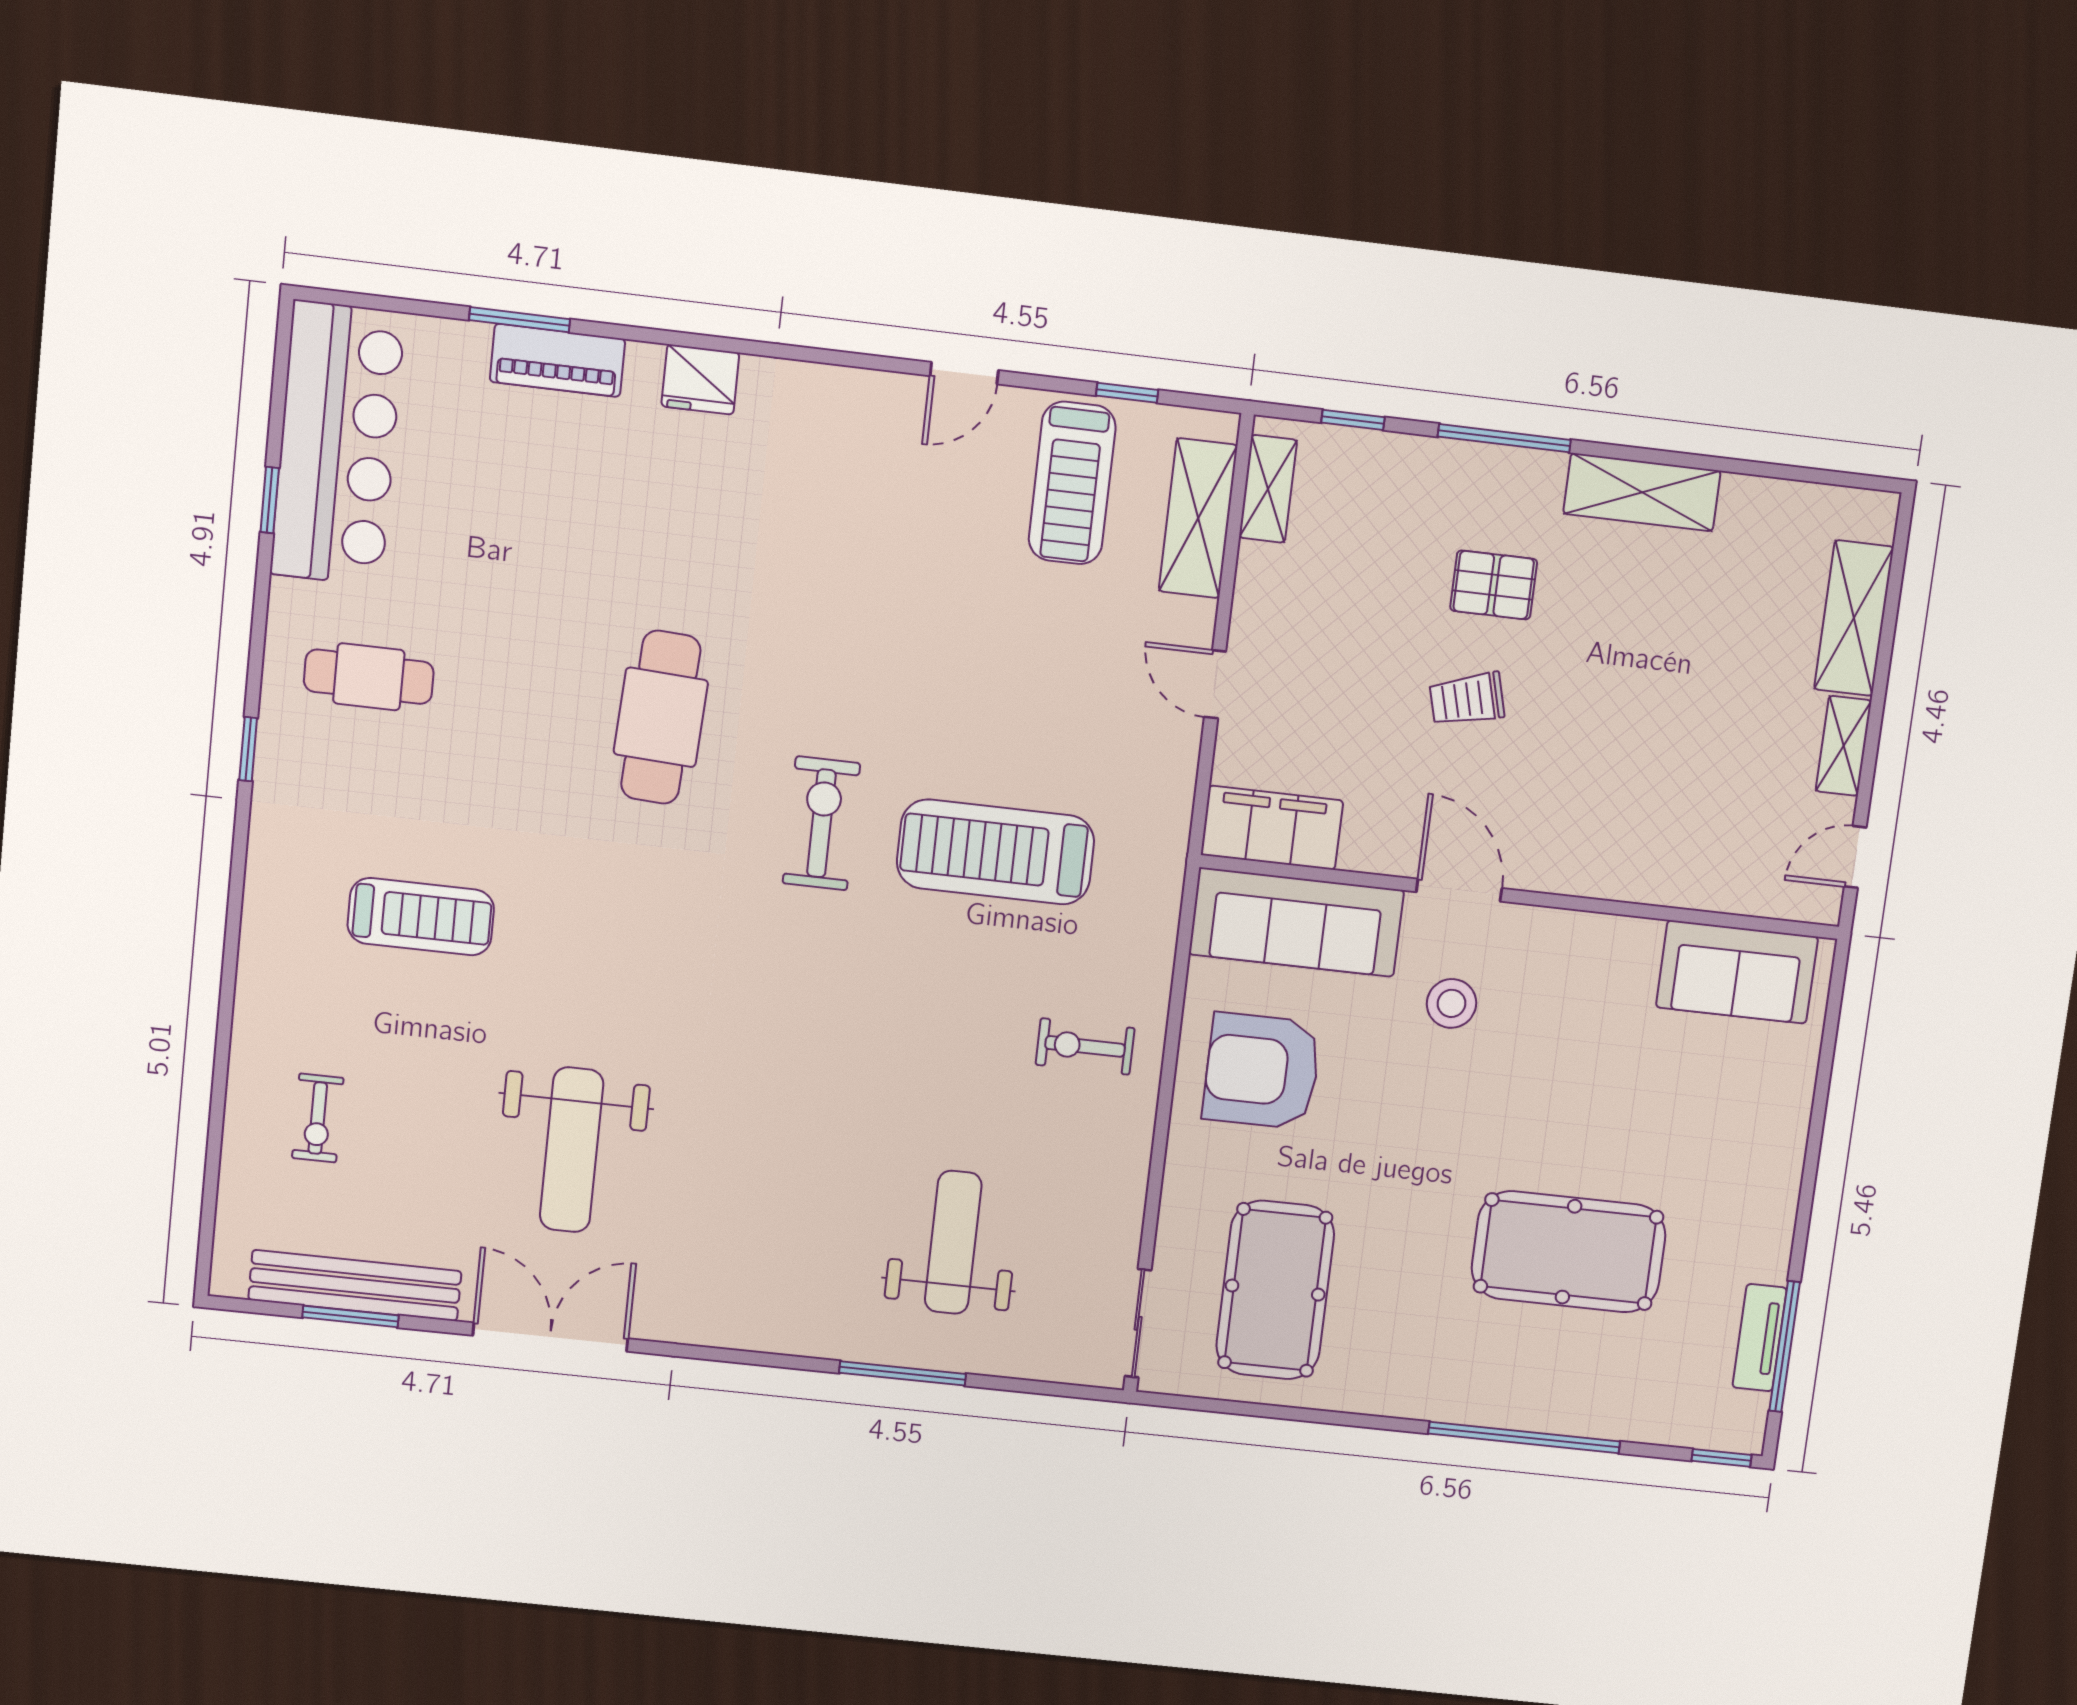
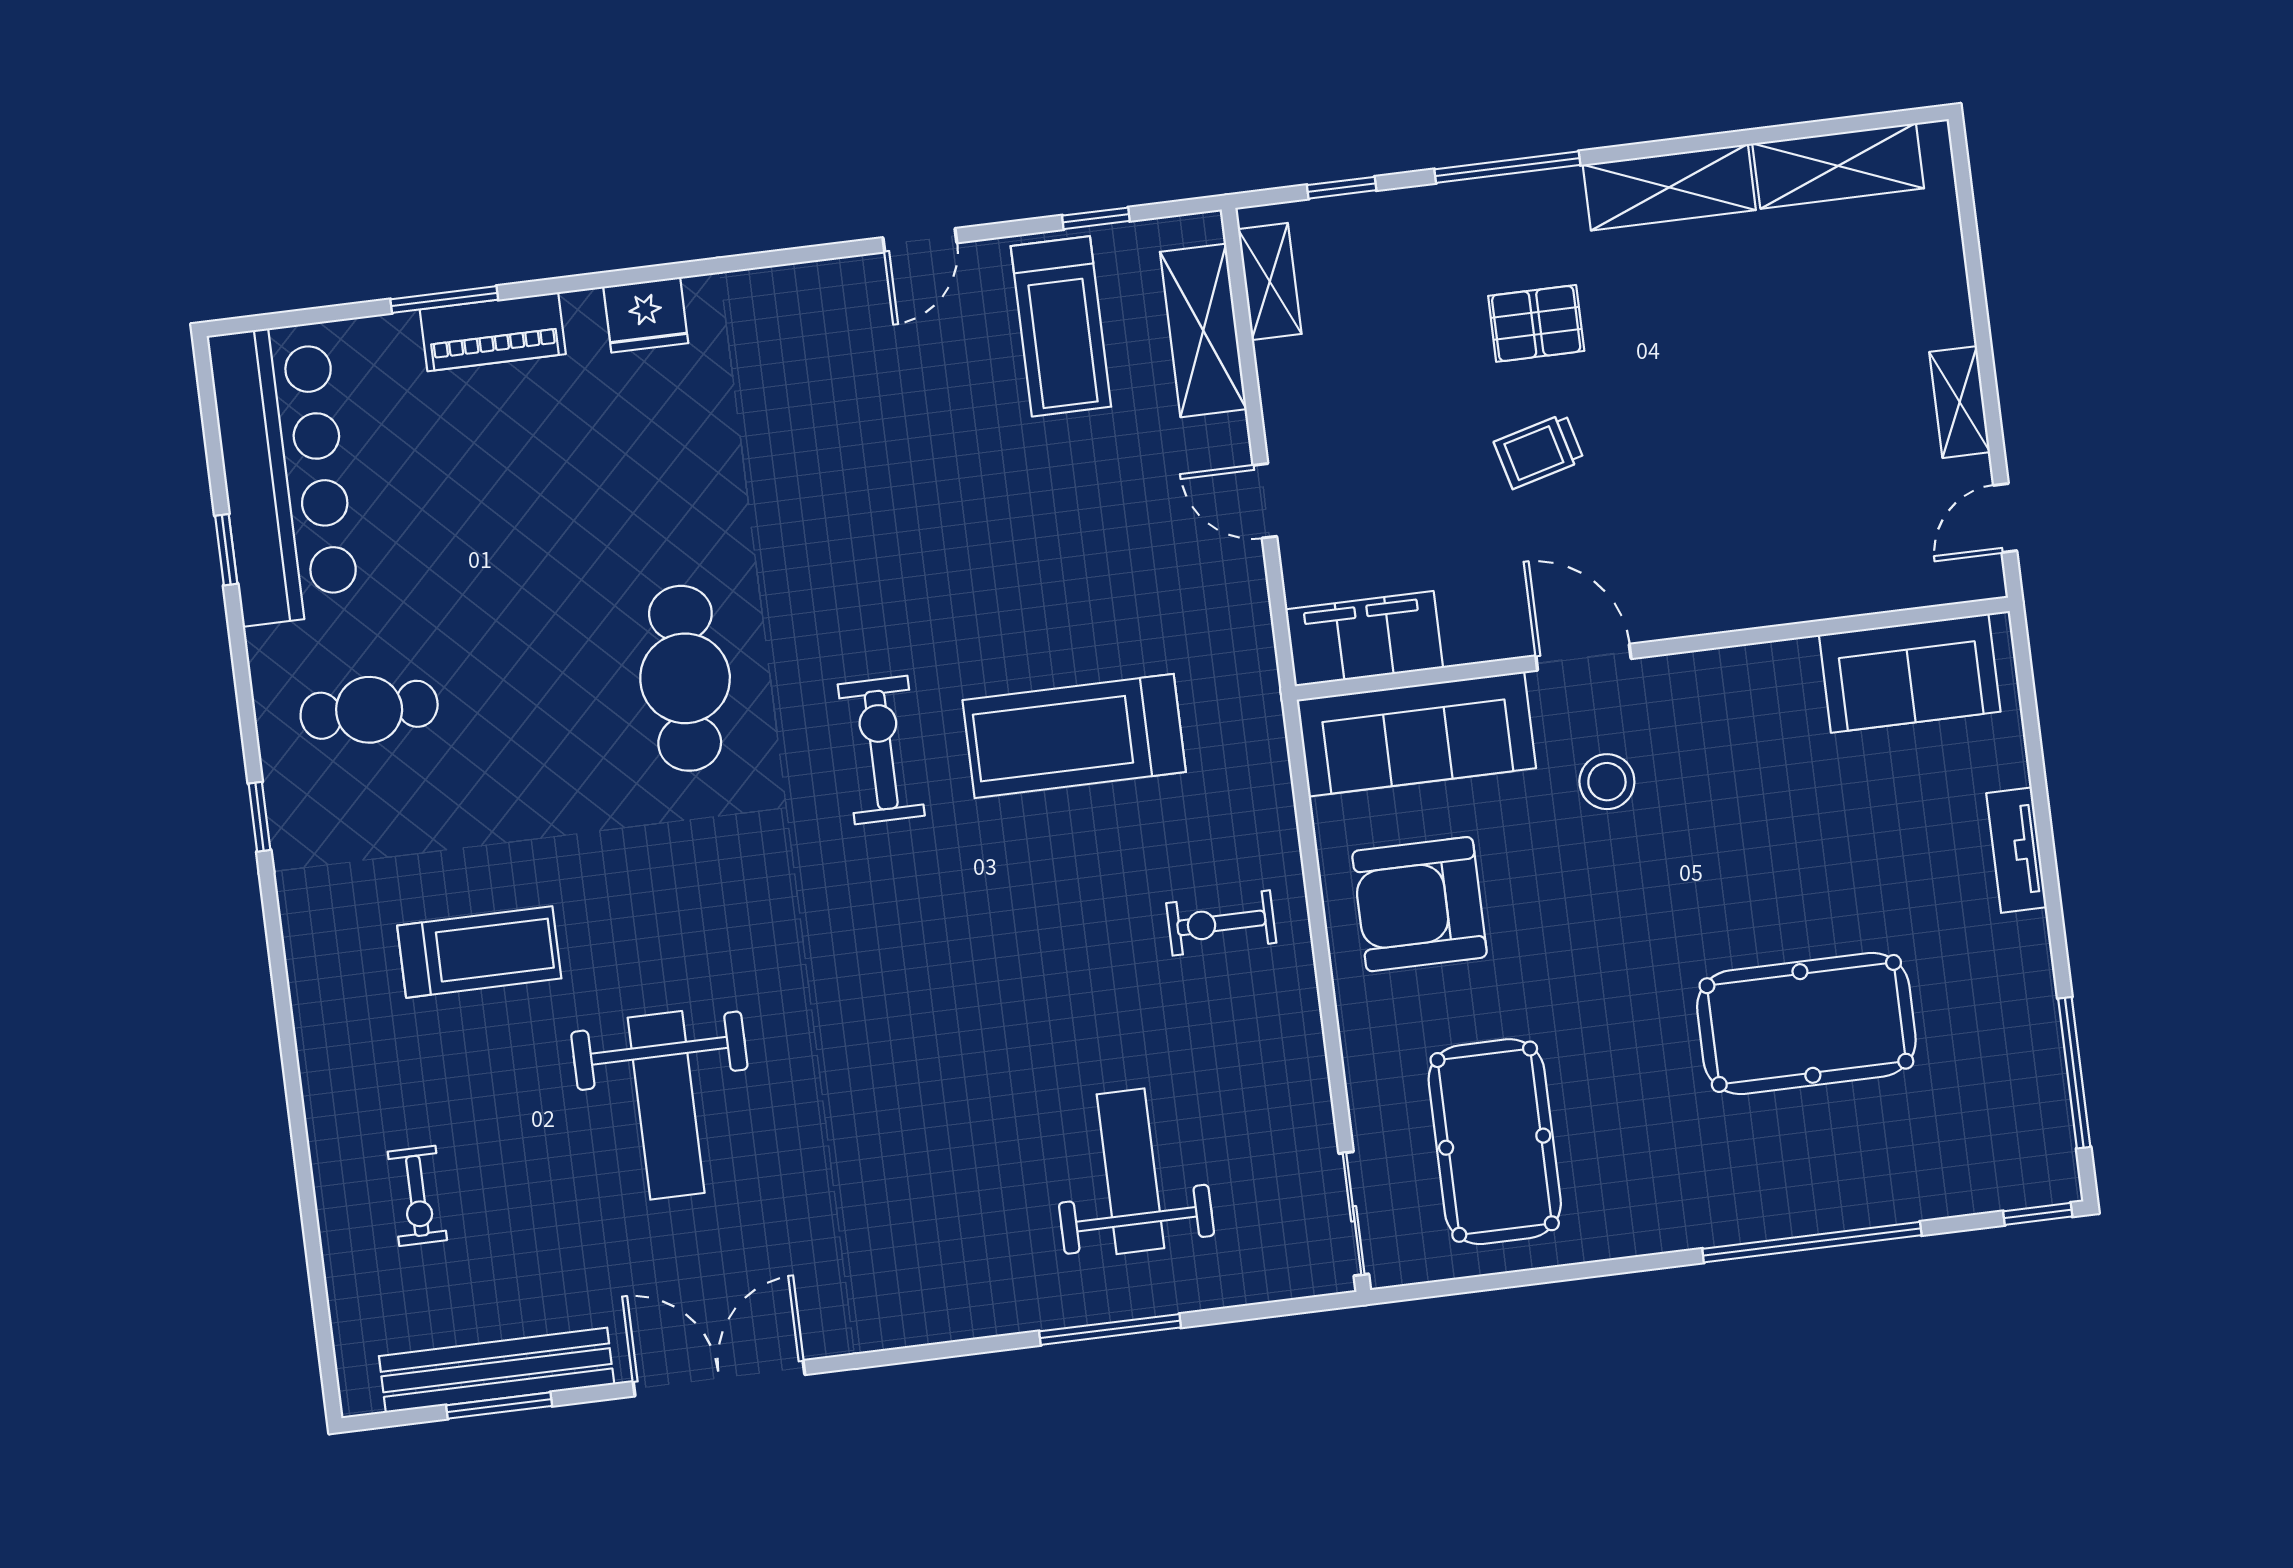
shelving: (1854, 618) -> (1838, 166), moved, turned 90
weight bench: (572, 1150) -> (666, 1105), moved
tv unit: (1760, 1338) -> (2016, 850), moved

